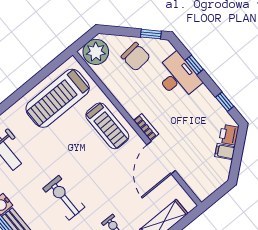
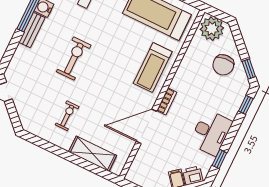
window: (194, 65) -> (246, 105), moved
desk: (178, 77) -> (211, 133), moved

